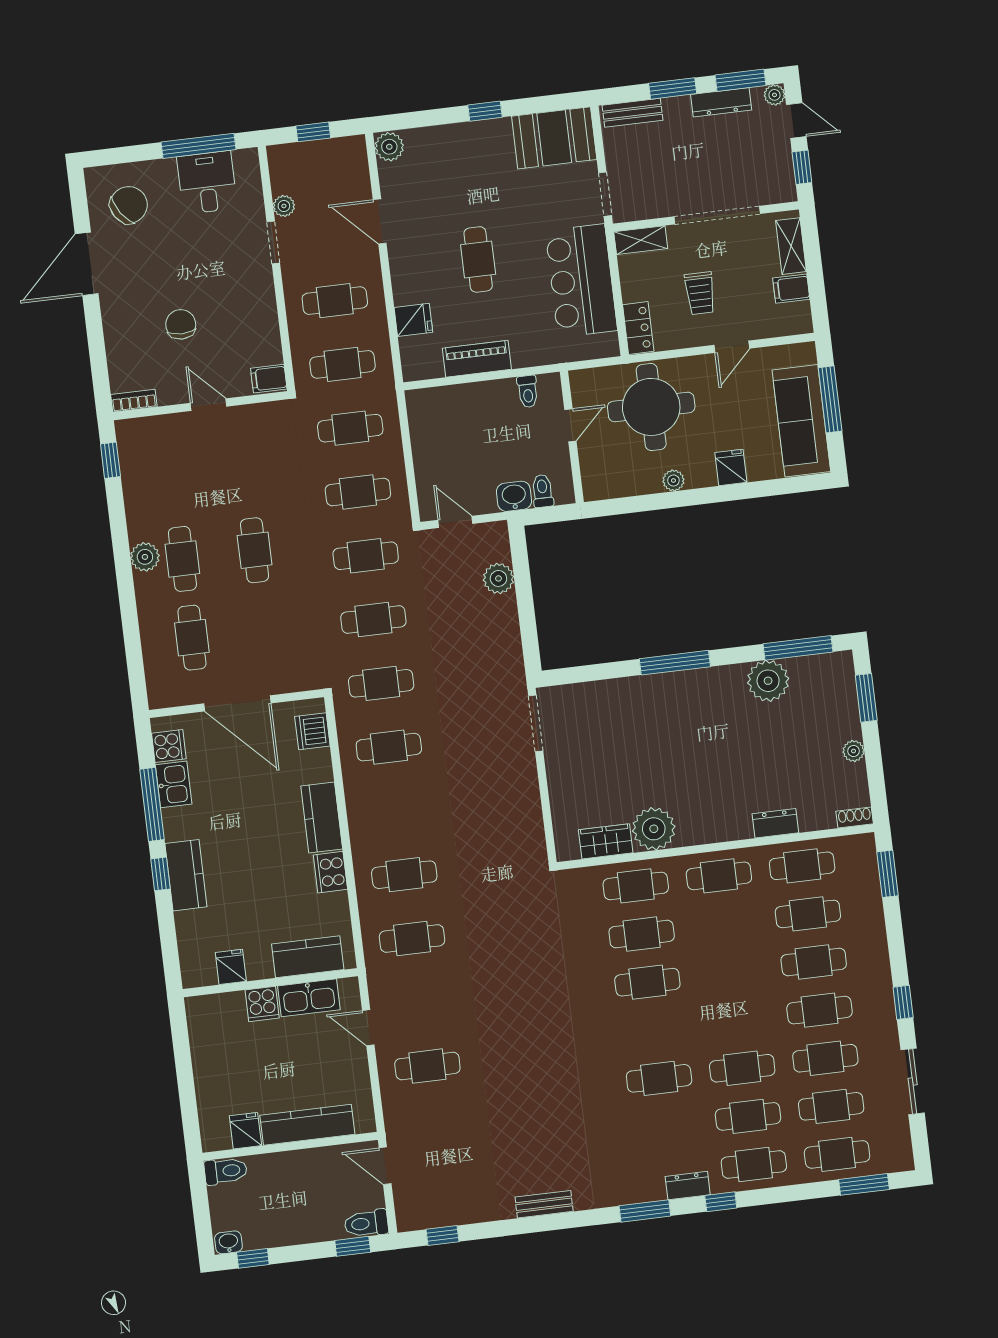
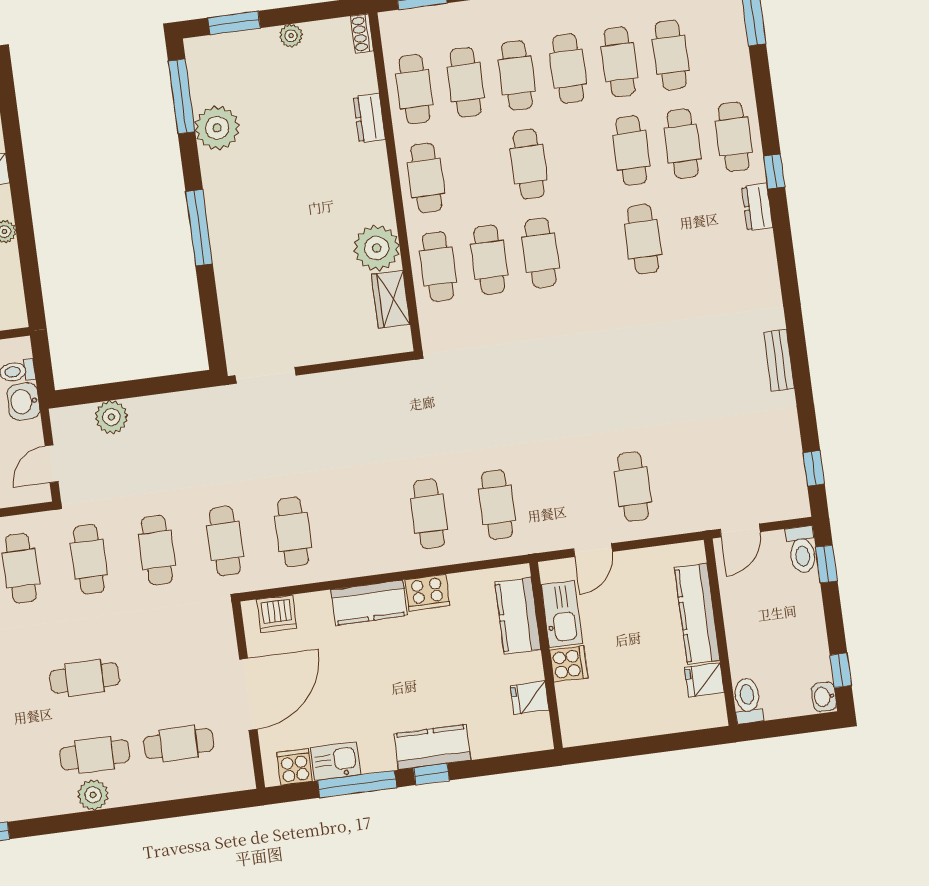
cafe table: (837, 1154) -> (529, 164), moved
window: (645, 1211) -> (785, 252), removed

